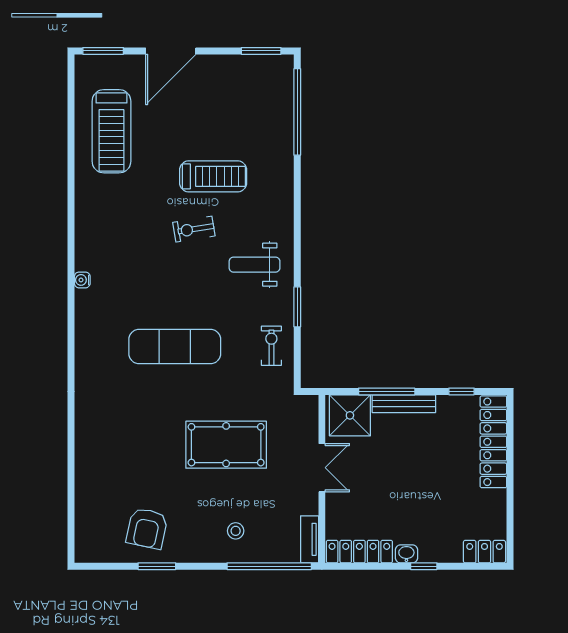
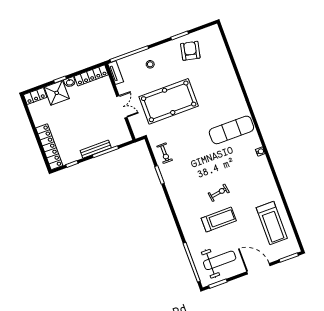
door: (171, 51) -> (258, 269), hinge flipped
treadmill: (111, 131) -> (272, 223), turned 180
treadmill: (213, 176) -> (219, 220), turned 180
weight bench: (255, 265) -> (220, 260), moved, width x1.36, depth x1.33
exercise mat: (175, 347) -> (231, 130), moved
shower: (350, 415) -> (57, 93), moved
pool table: (226, 445) -> (169, 101), width x1.36, depth x1.32
double door: (322, 468) -> (122, 107), swing flipped

